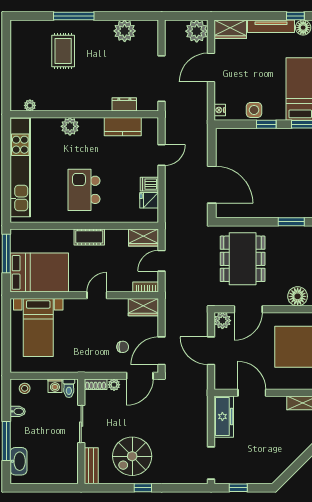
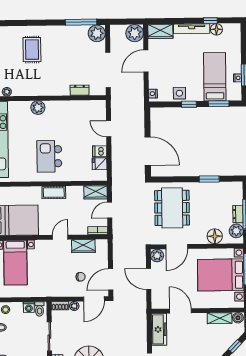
window: (74, 16) -> (81, 22), moved
plant: (125, 31) -> (97, 33), moved
kitchen counter: (123, 127) -> (79, 107), removed
door: (162, 155) -> (109, 129), swing flipped
wardrobe: (143, 307) -> (83, 246), moved

